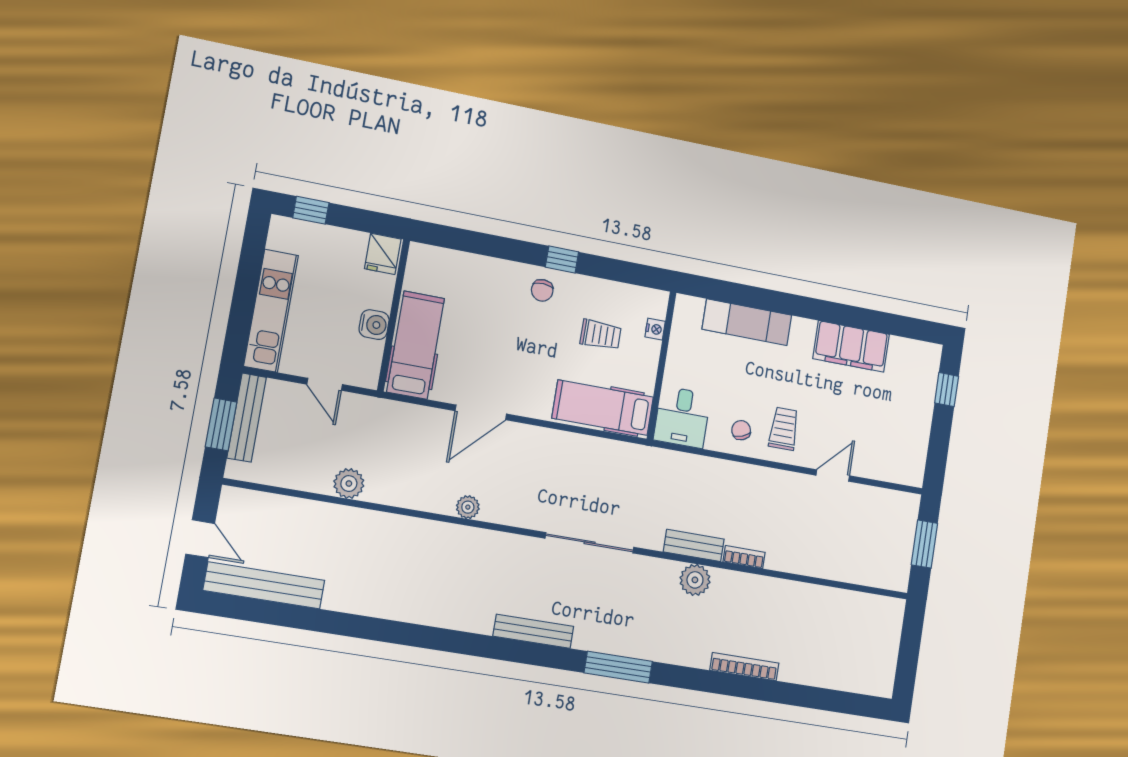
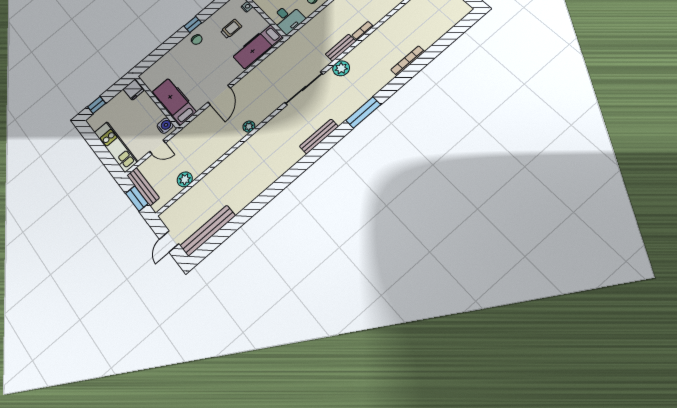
water cooler: (374, 325) -> (165, 126), moved
plant: (349, 484) -> (185, 179), moved
door: (200, 539) -> (169, 241), swing flipped
plant: (695, 580) -> (341, 68), moved

